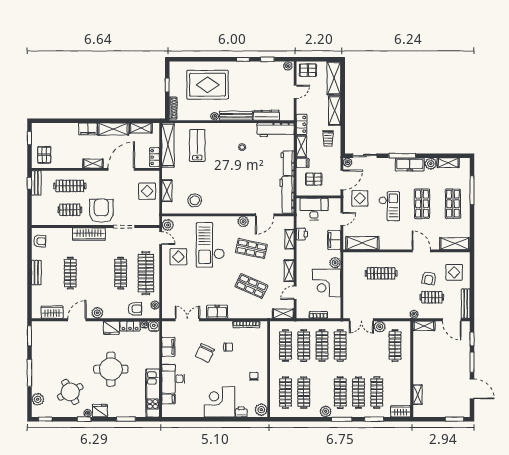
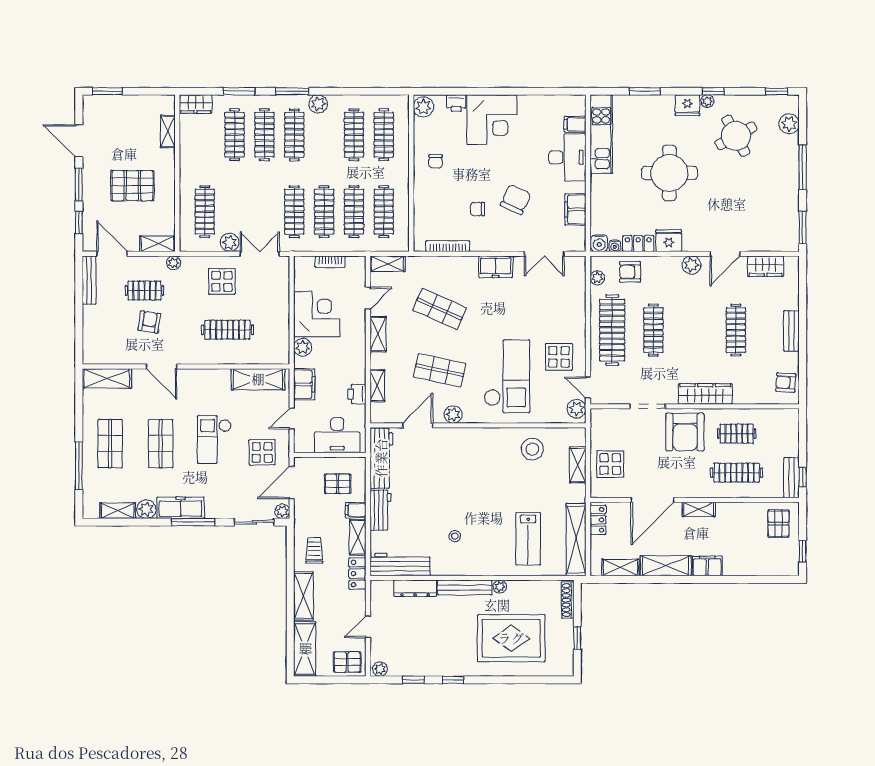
display table: (454, 272) -> (222, 281), moved
pallet: (439, 361) -> (132, 186), added

